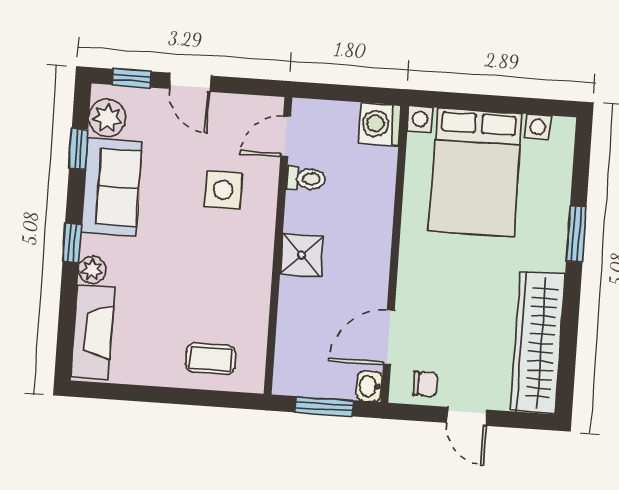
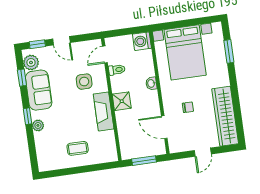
window: (576, 234) -> (229, 51), moved
fireplace: (93, 332) -> (104, 111), moved, turned 180
door: (389, 338) -> (164, 127), hinge flipped
coffee table: (211, 359) -> (78, 148), moved
chair: (425, 384) -> (188, 107), moved
washbasin: (369, 386) -> (151, 83), moved
door: (467, 416) -> (203, 152), hinge flipped

